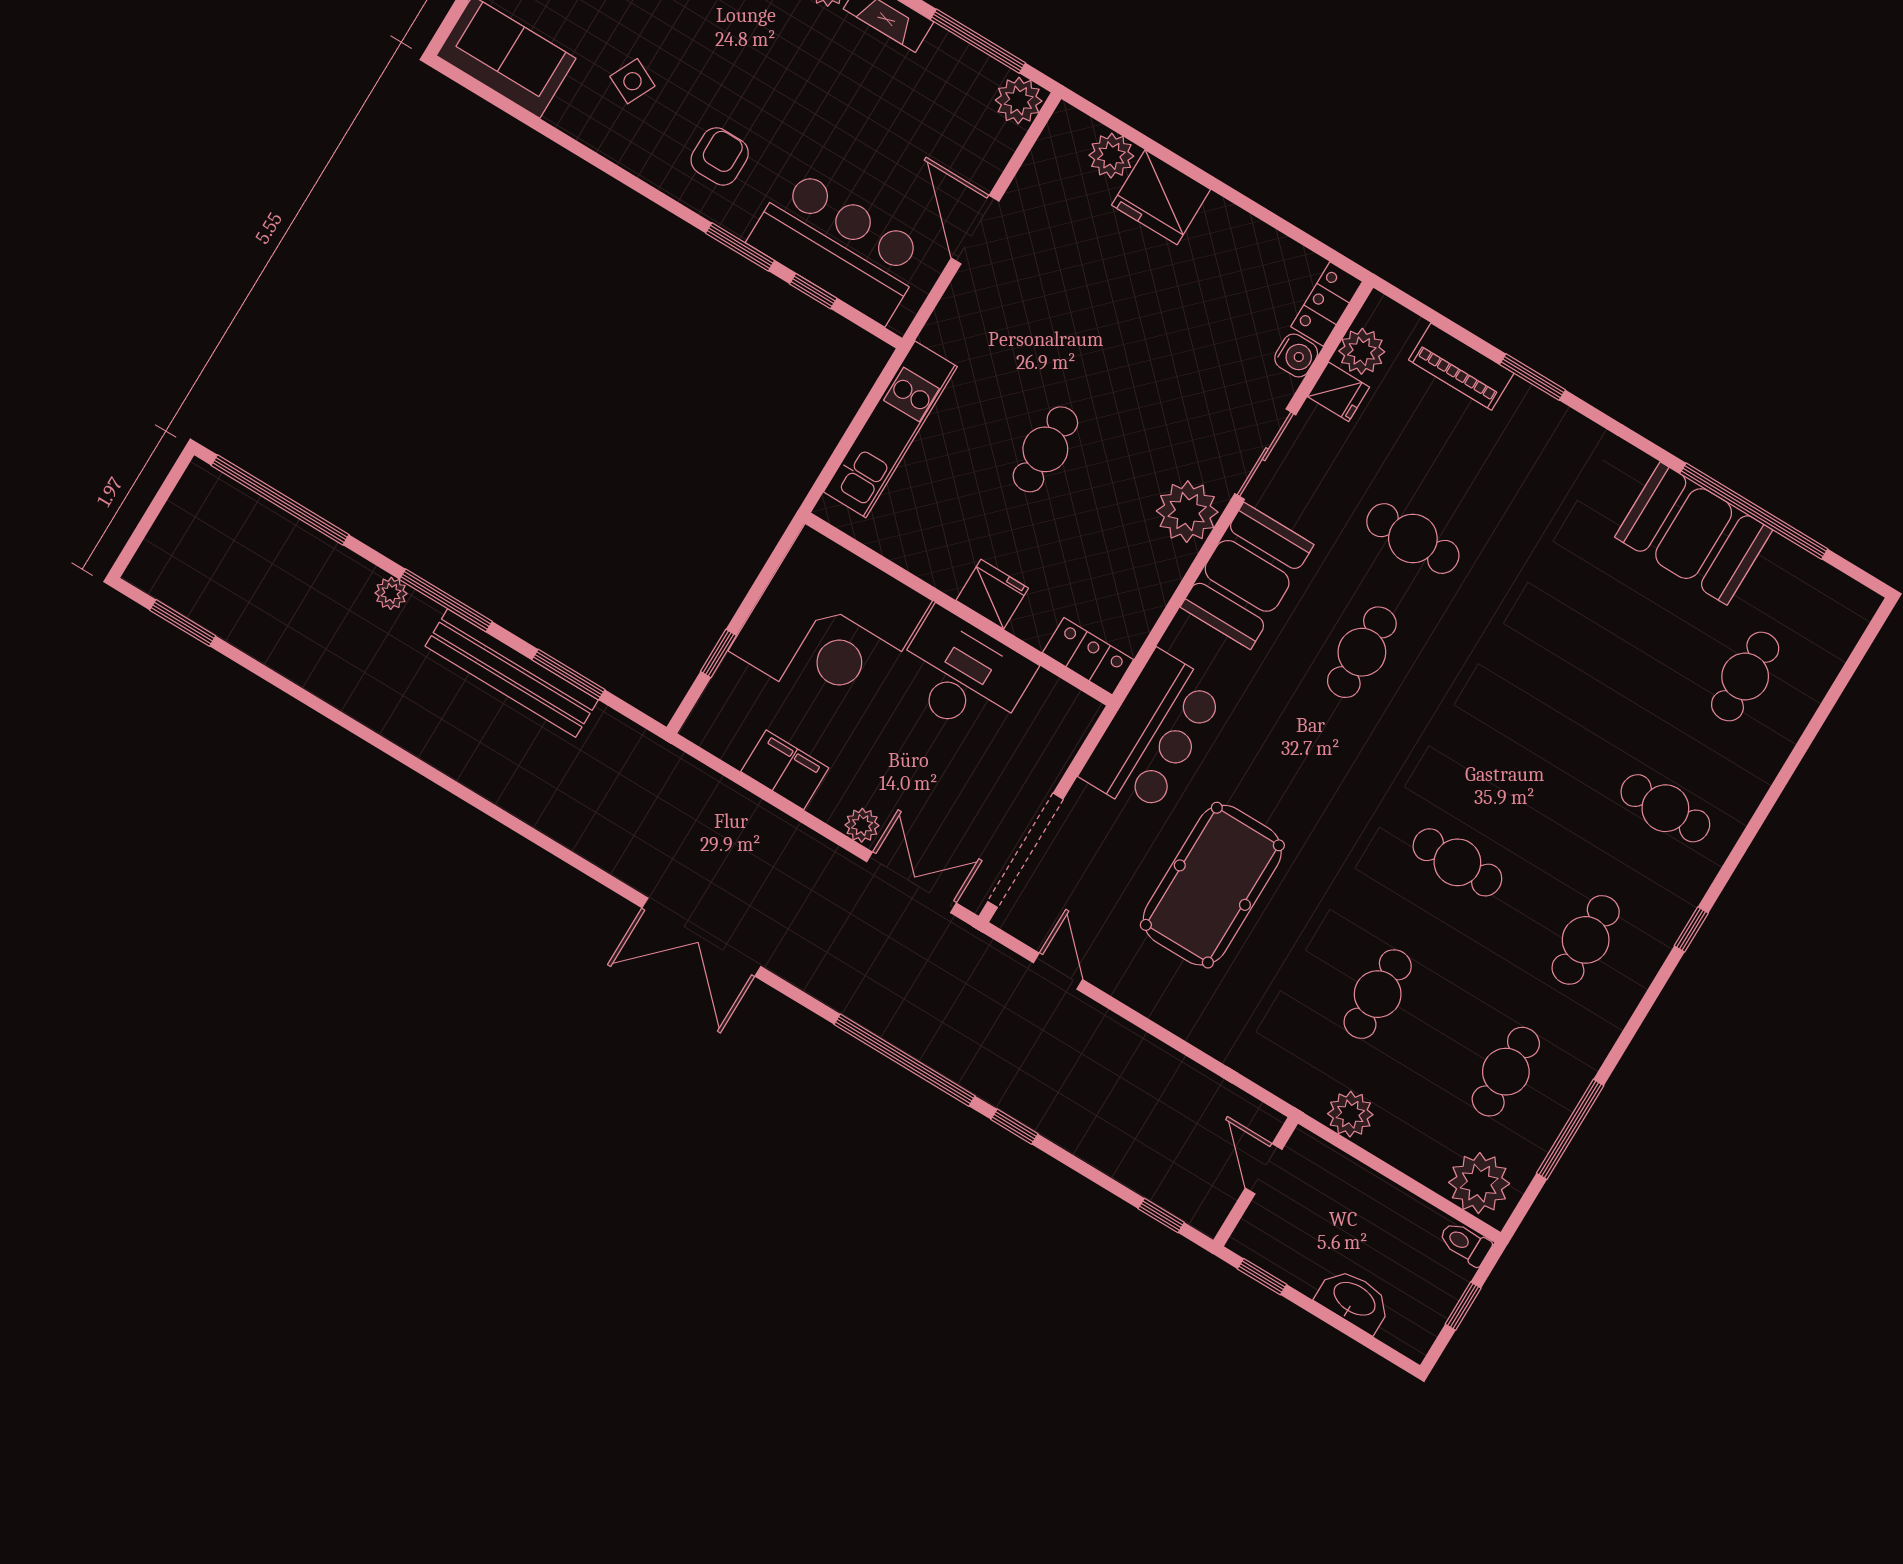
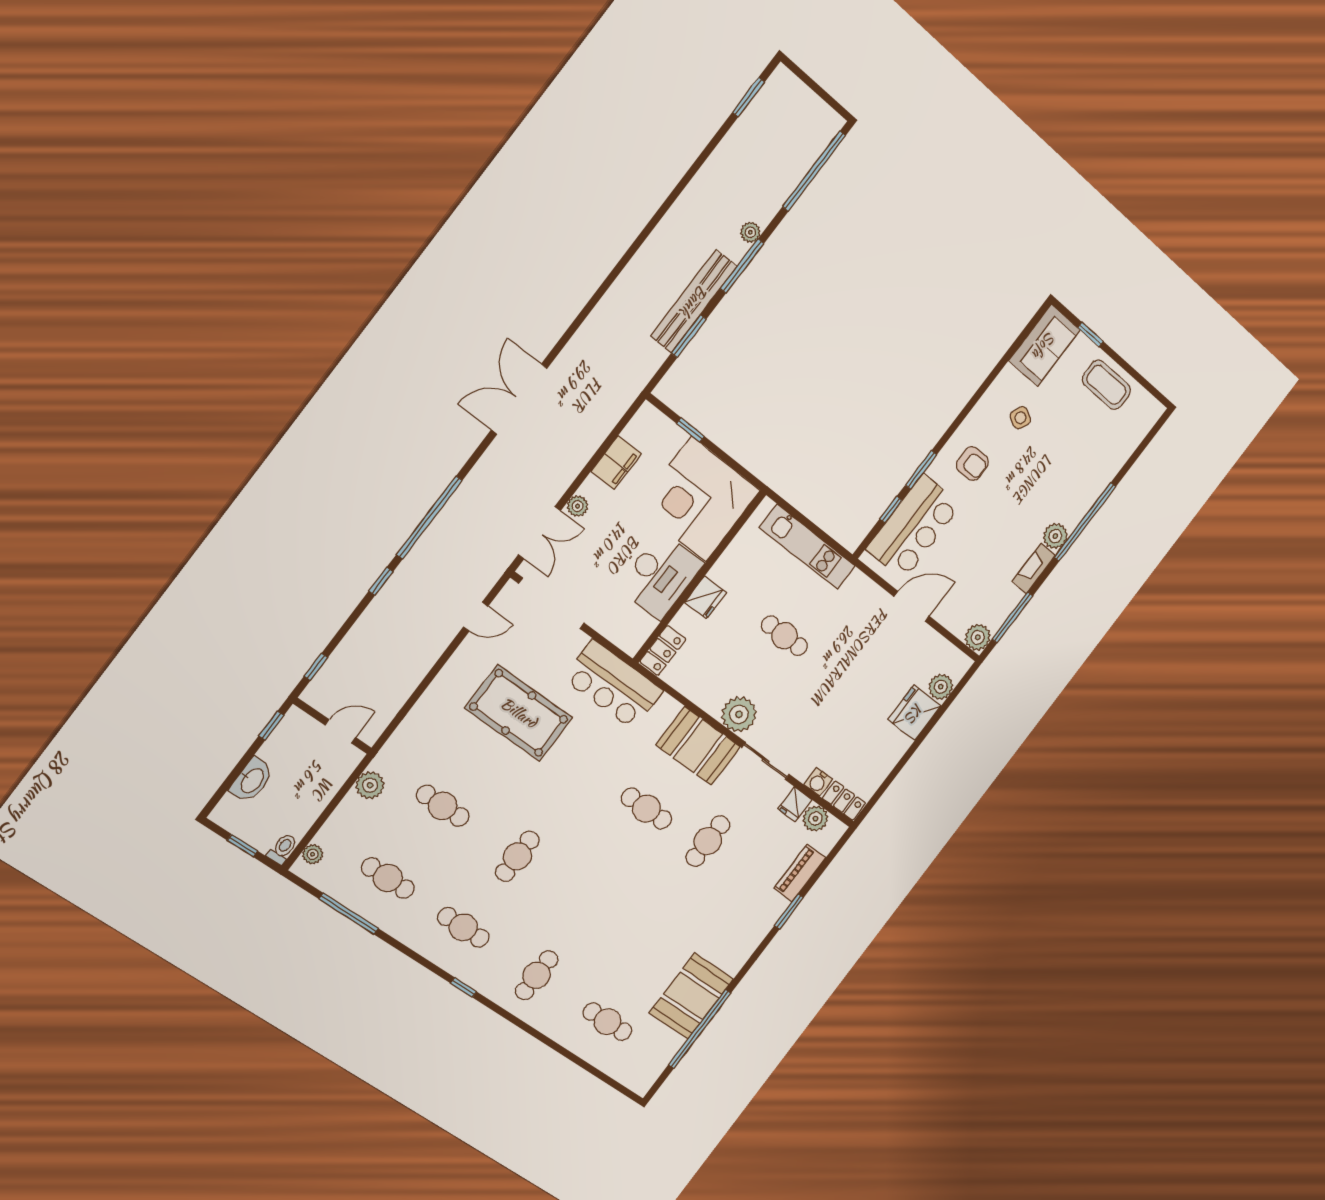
plant: (1479, 1183) -> (313, 854), width x0.53, depth x0.53

